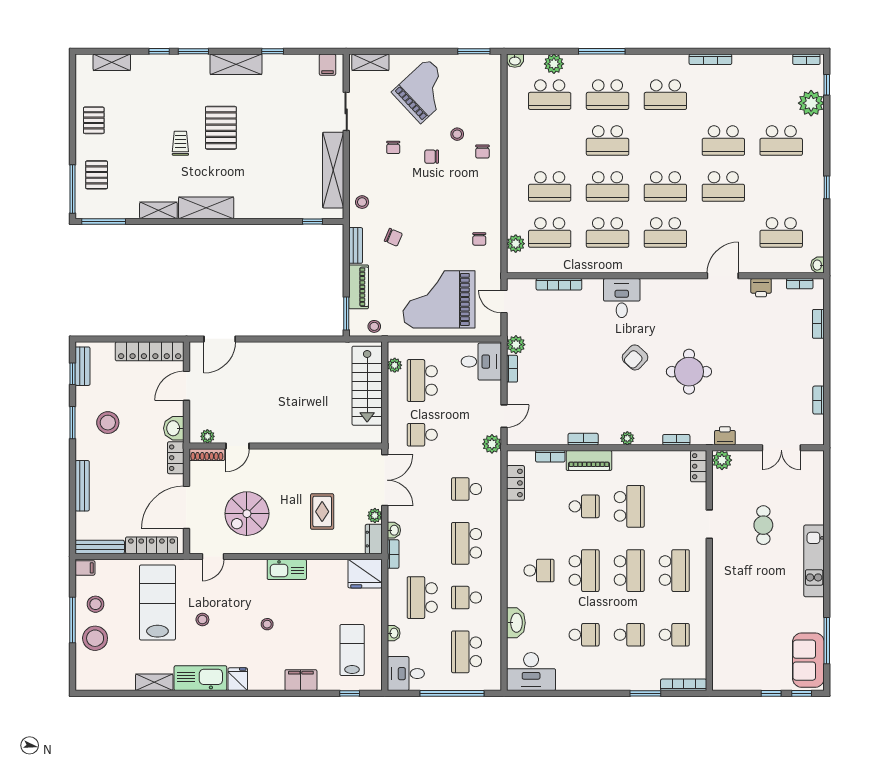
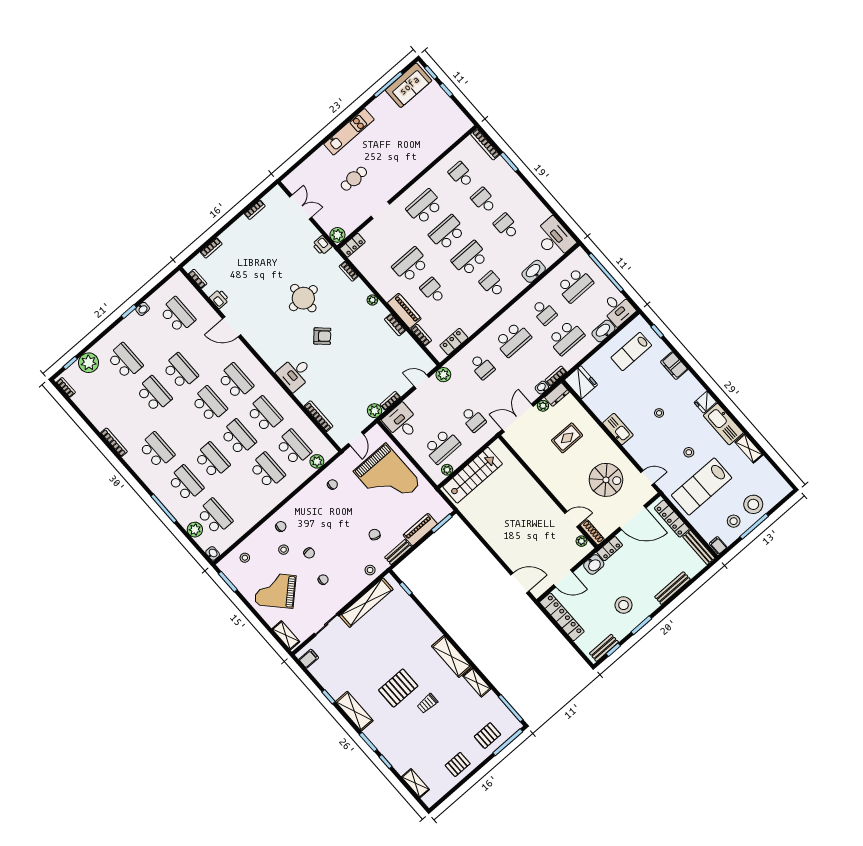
washbasin: (818, 265) -> (143, 309), moved
stool: (374, 326) -> (245, 558), moved
washbasin: (394, 633) -> (603, 331), width x1.91, depth x1.45

